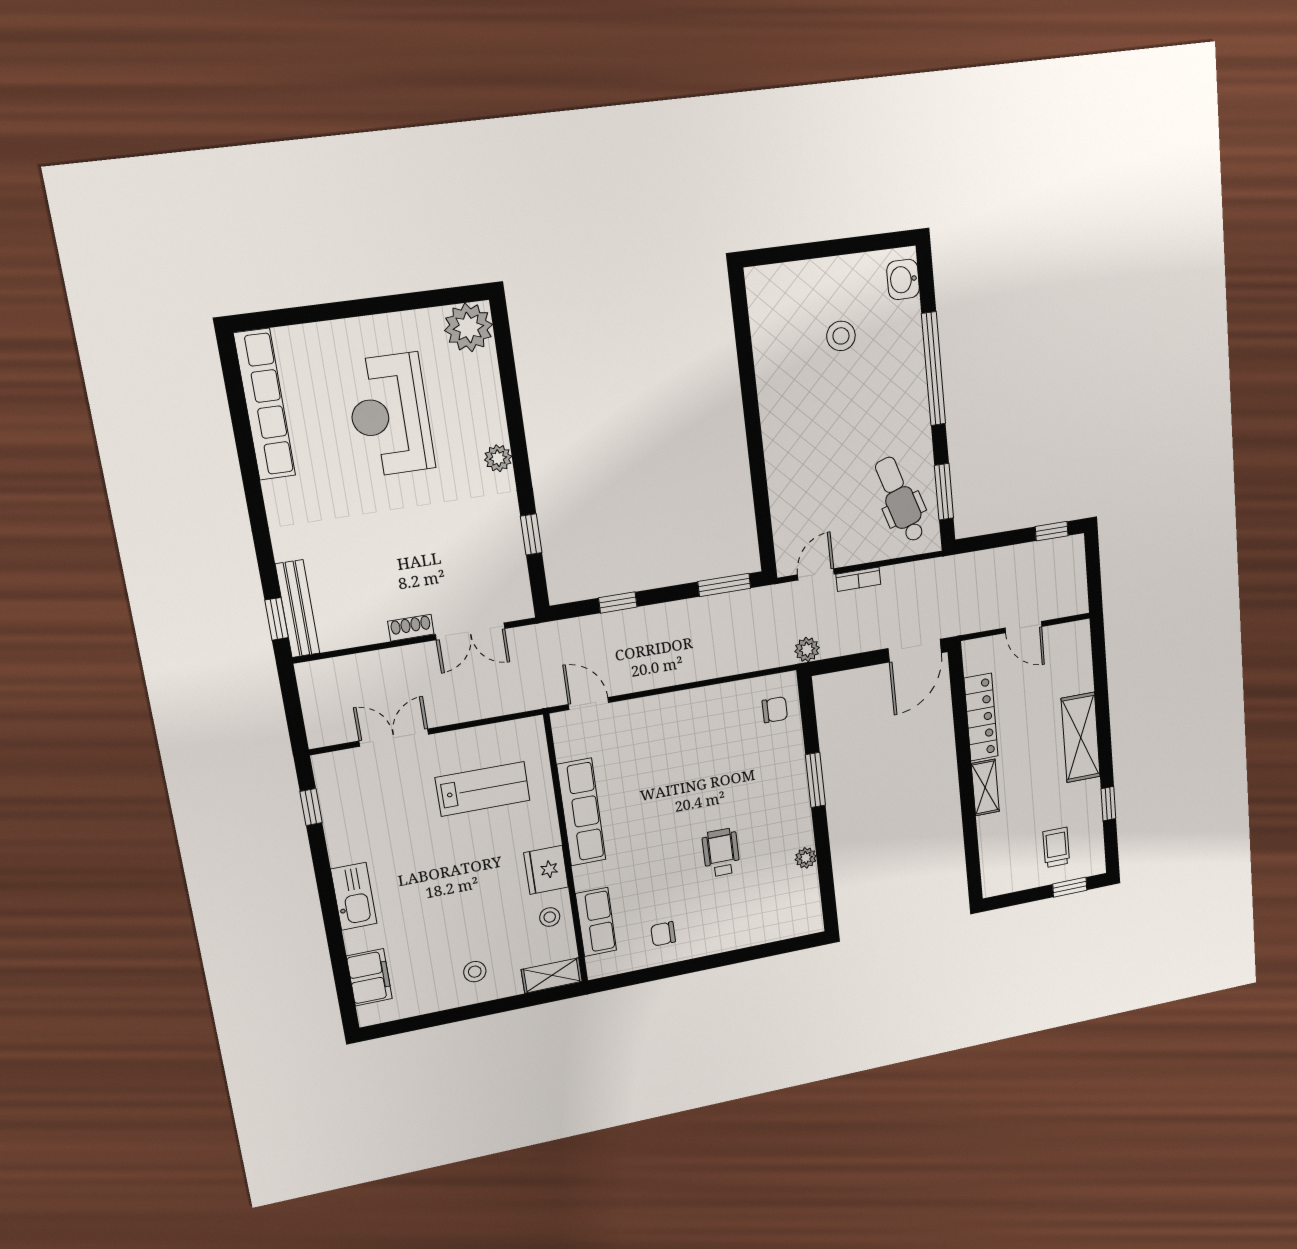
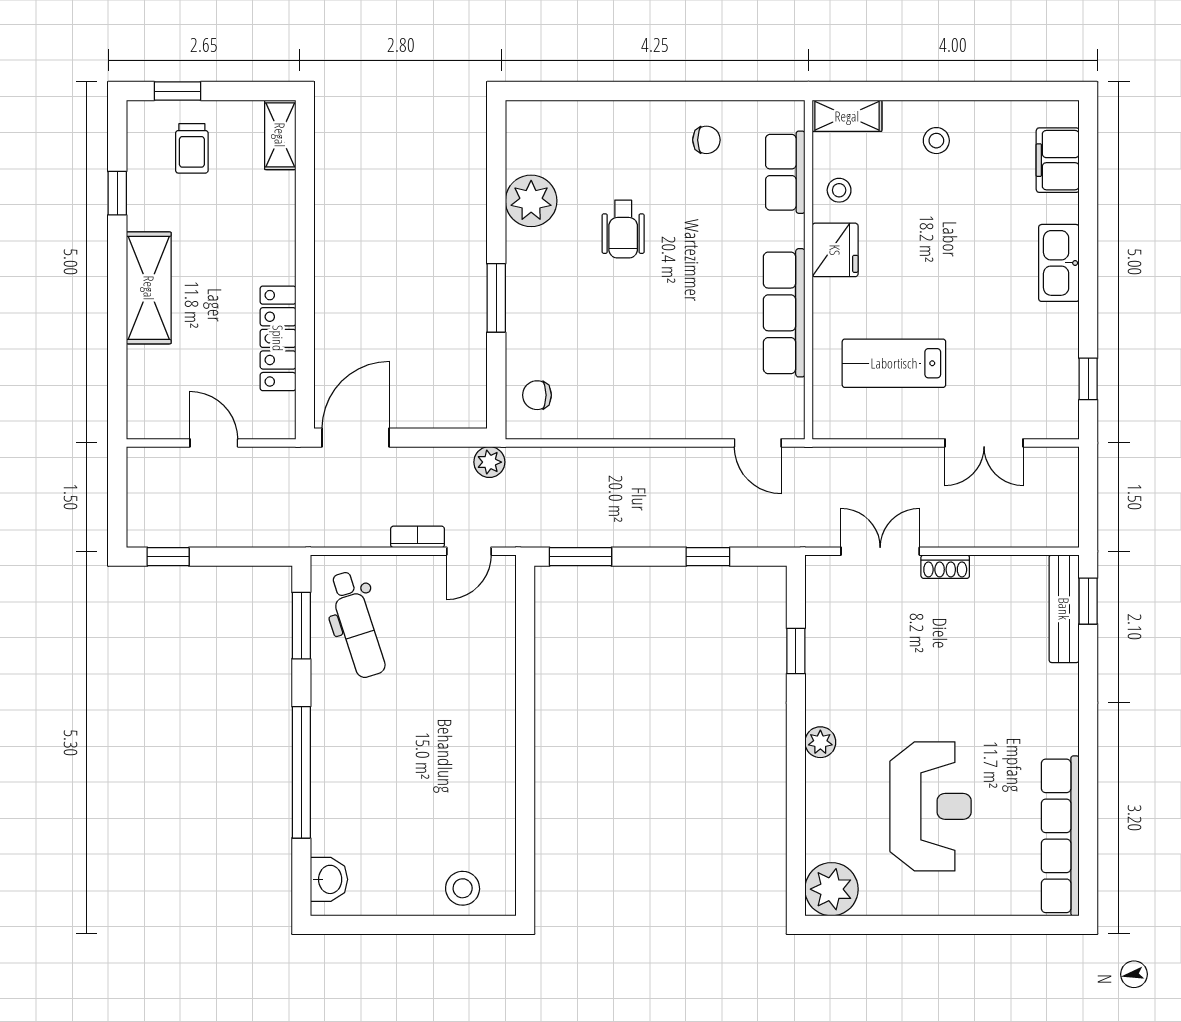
stool: (841, 336) -> (463, 888), moved
shelving: (985, 787) -> (280, 135), moved
plant: (806, 858) -> (531, 201), width x1.87, depth x1.87

